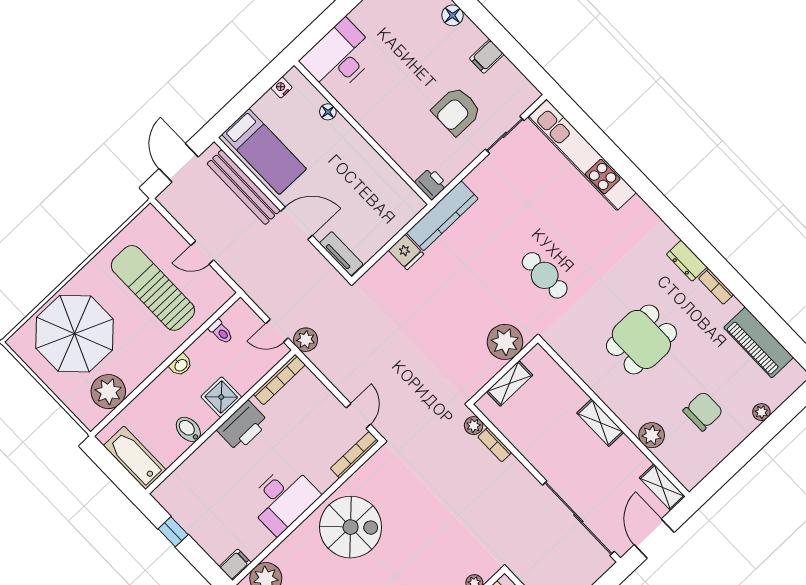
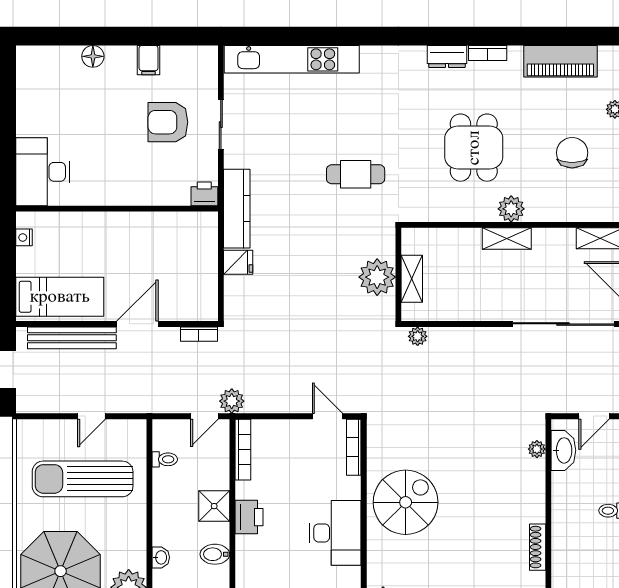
armchair: (457, 111) -> (168, 122), turned 90
floor lamp: (328, 112) -> (76, 220), removed
sliding door: (505, 135) -> (221, 125), moved
tv unit: (341, 254) -> (192, 312), removed
plant: (505, 342) -> (377, 277), moved
washbasin: (181, 365) -> (161, 557), moved
printer: (243, 426) -> (249, 517), width x0.73, depth x0.84
plant: (652, 435) -> (511, 209), moved
bookcase: (495, 445) -> (199, 334), moved

